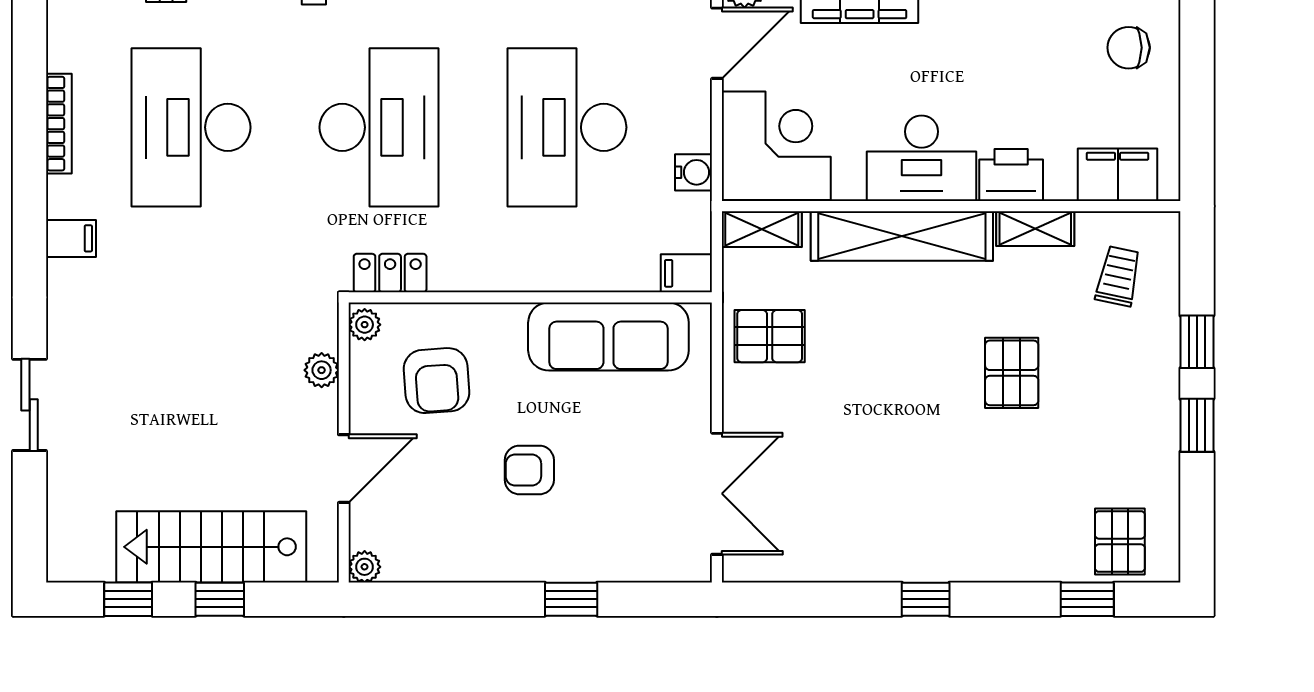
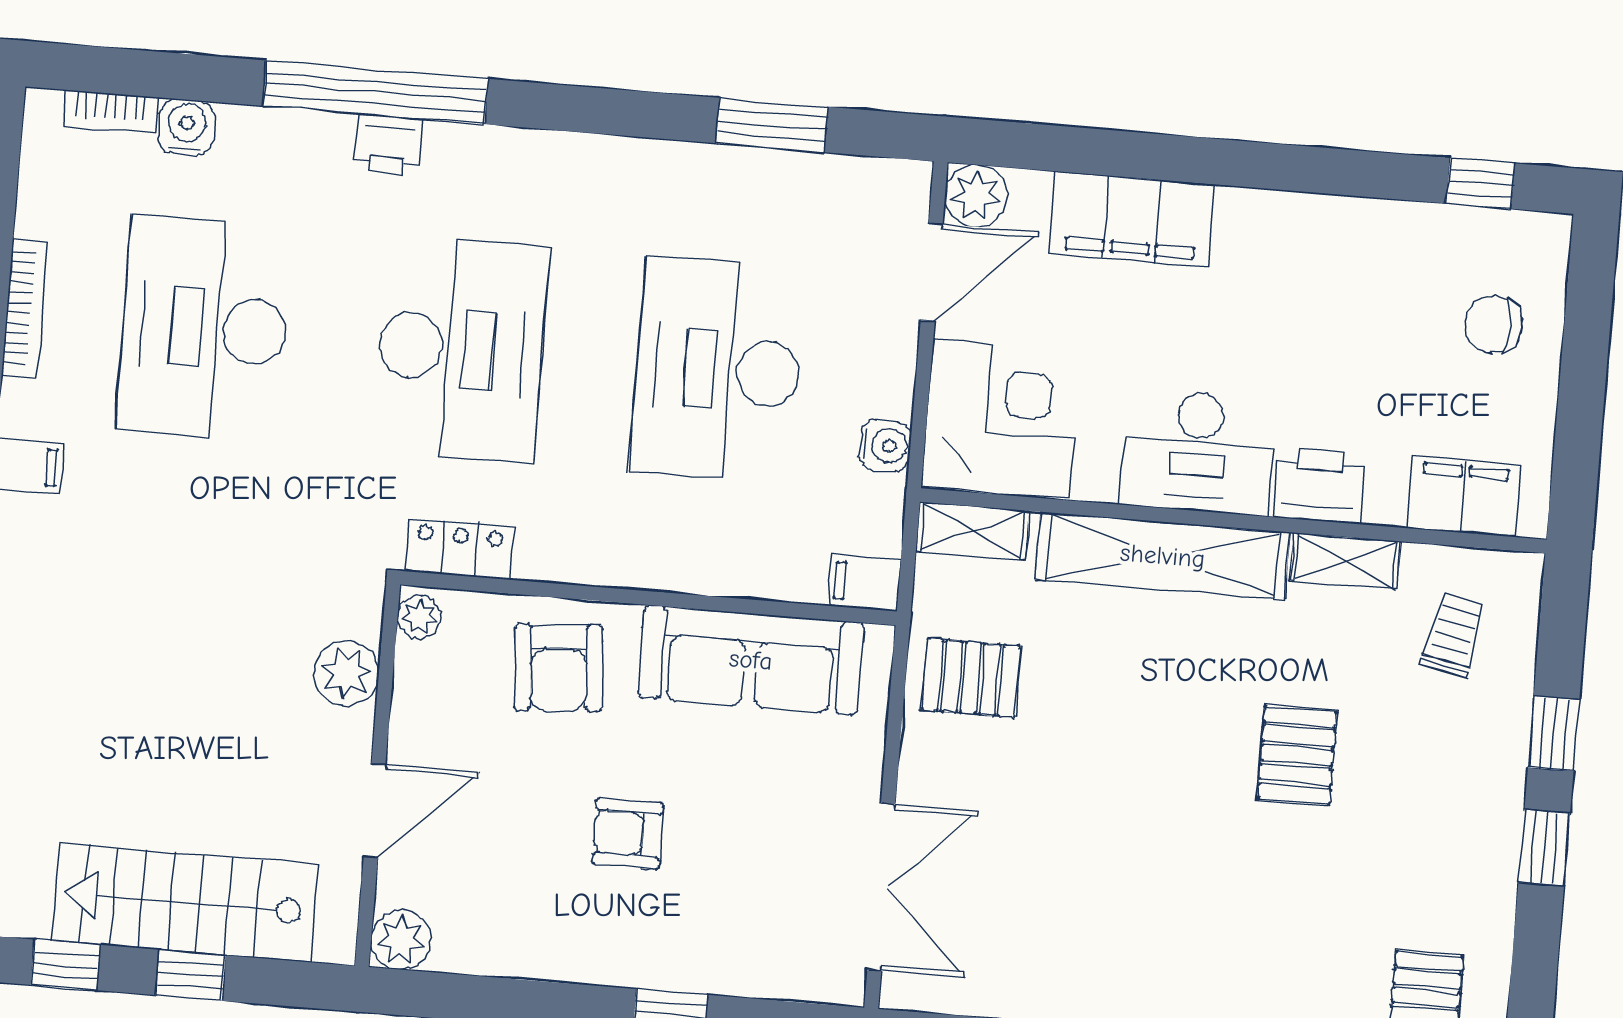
plant: (322, 370) -> (346, 673), width x1.38, depth x1.38
armchair: (437, 381) -> (559, 668), moved
plant: (365, 567) -> (401, 940), width x1.38, depth x1.38

